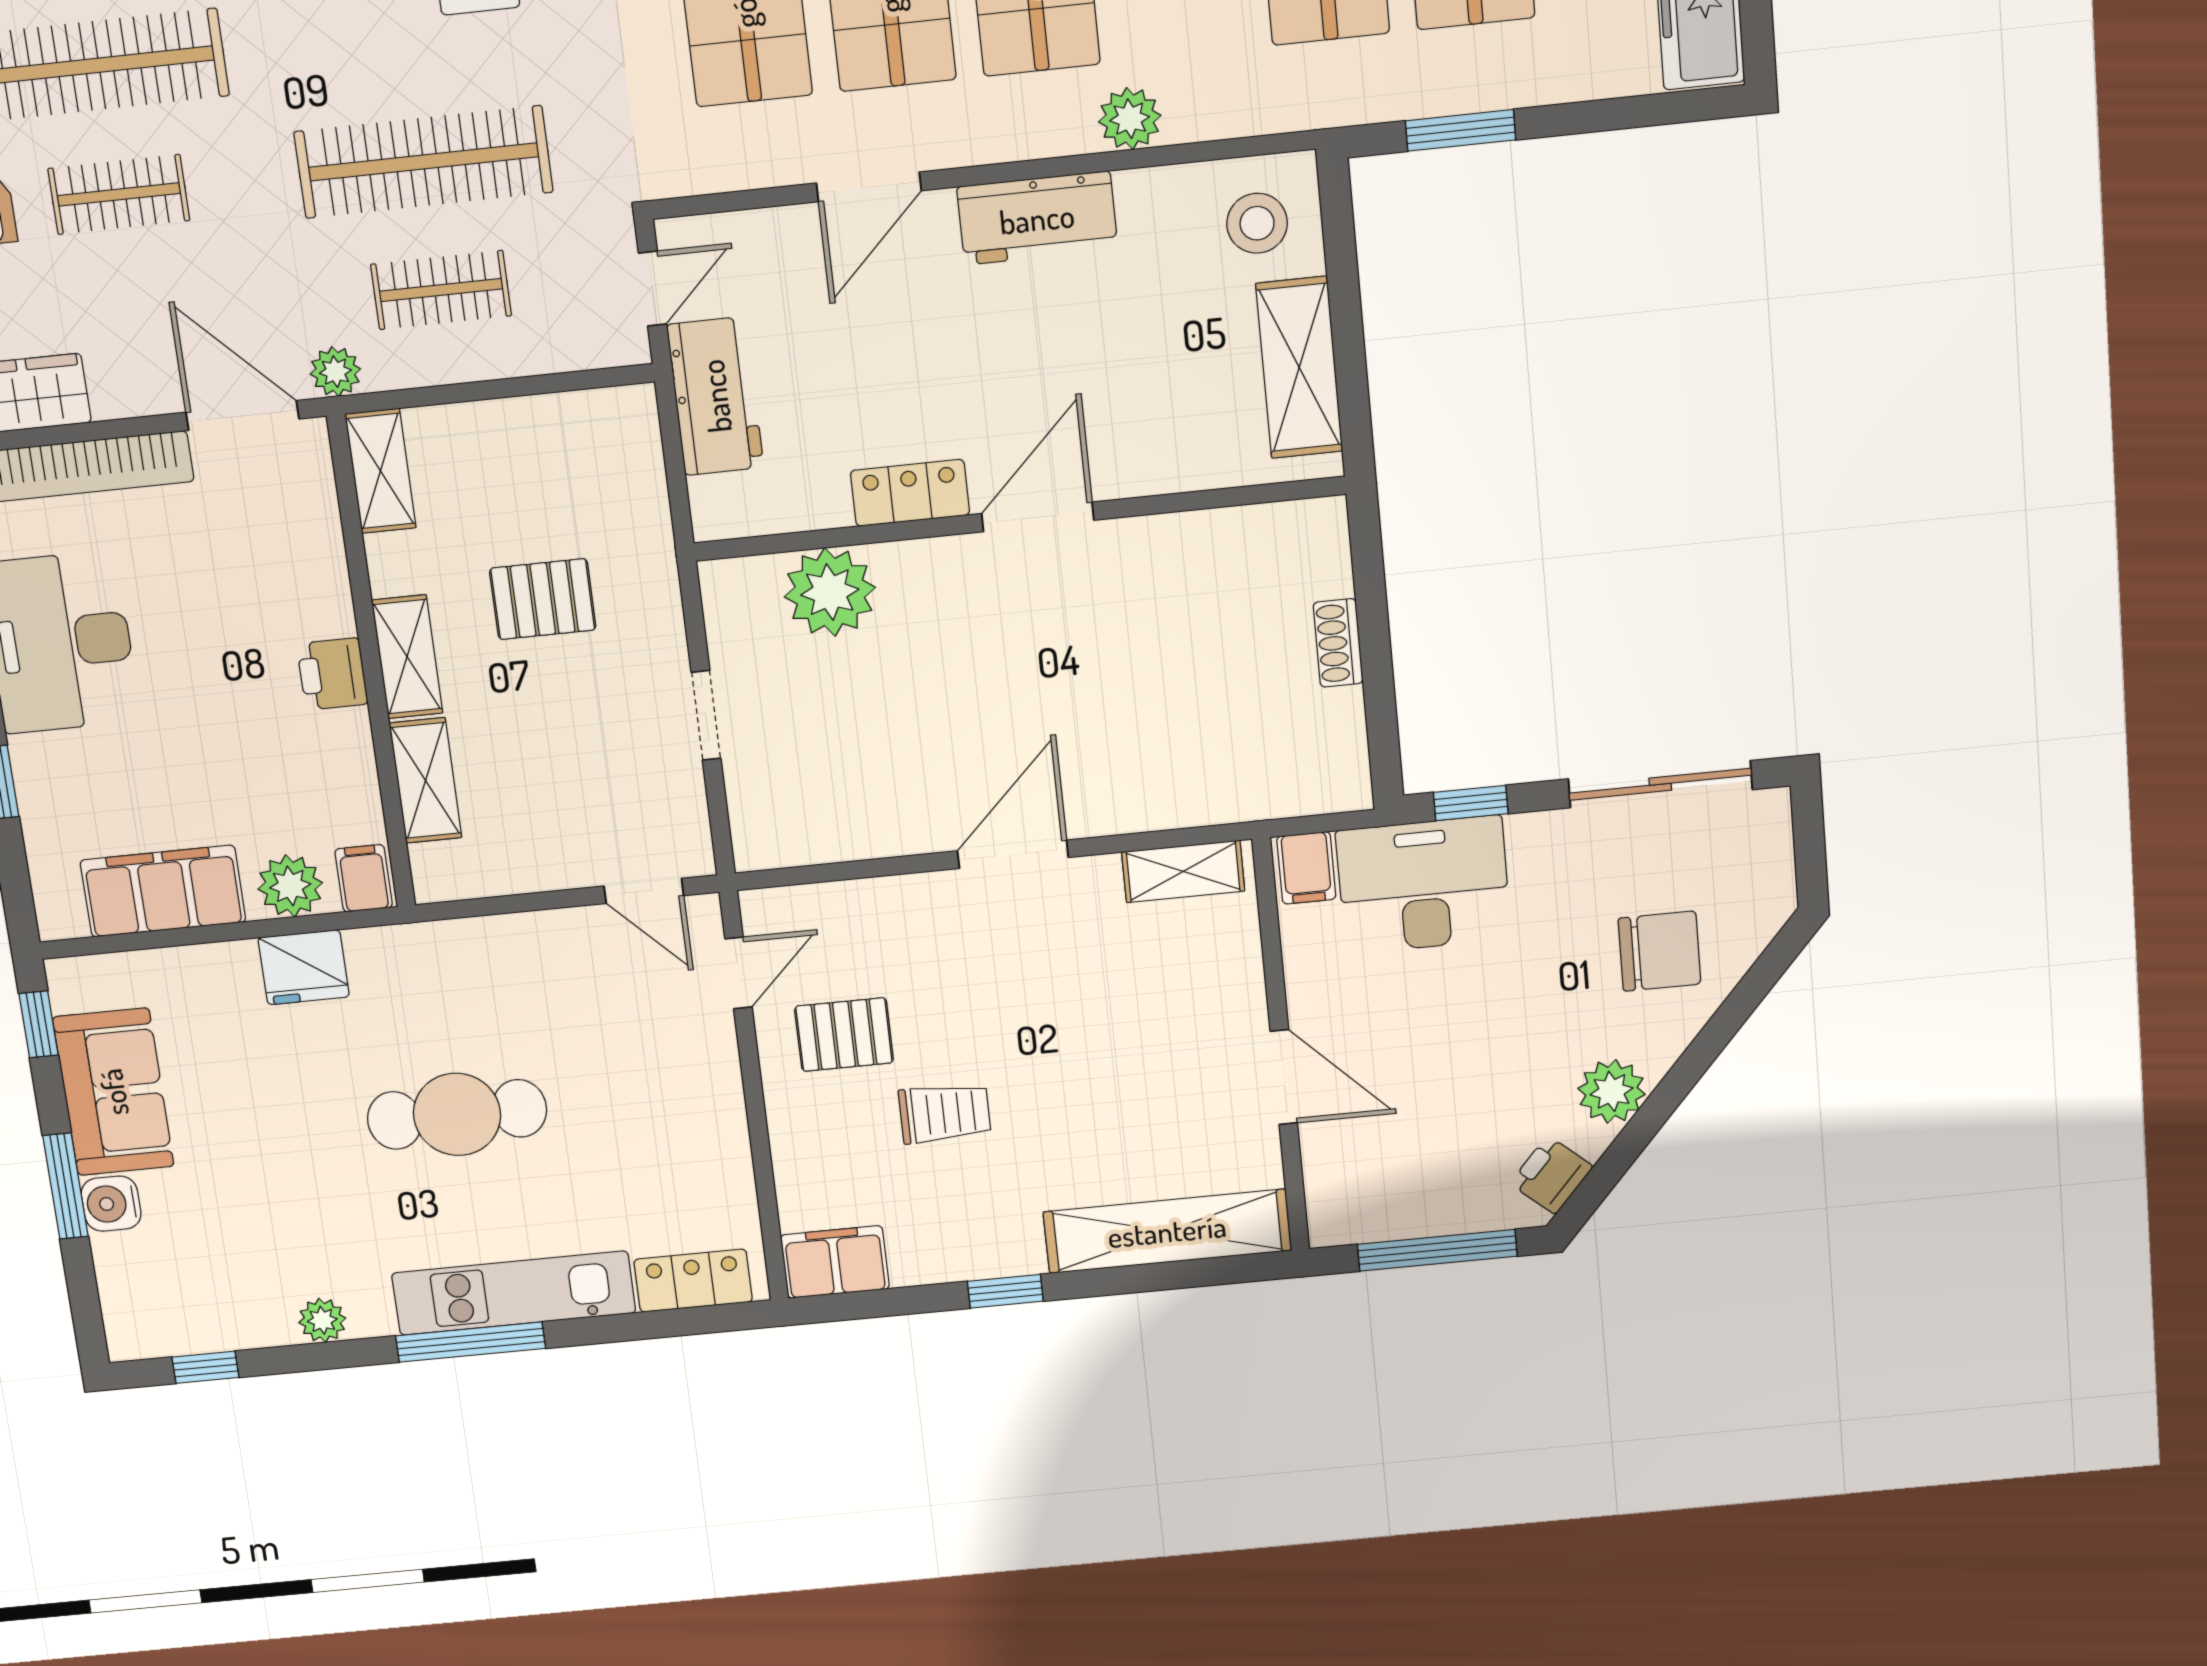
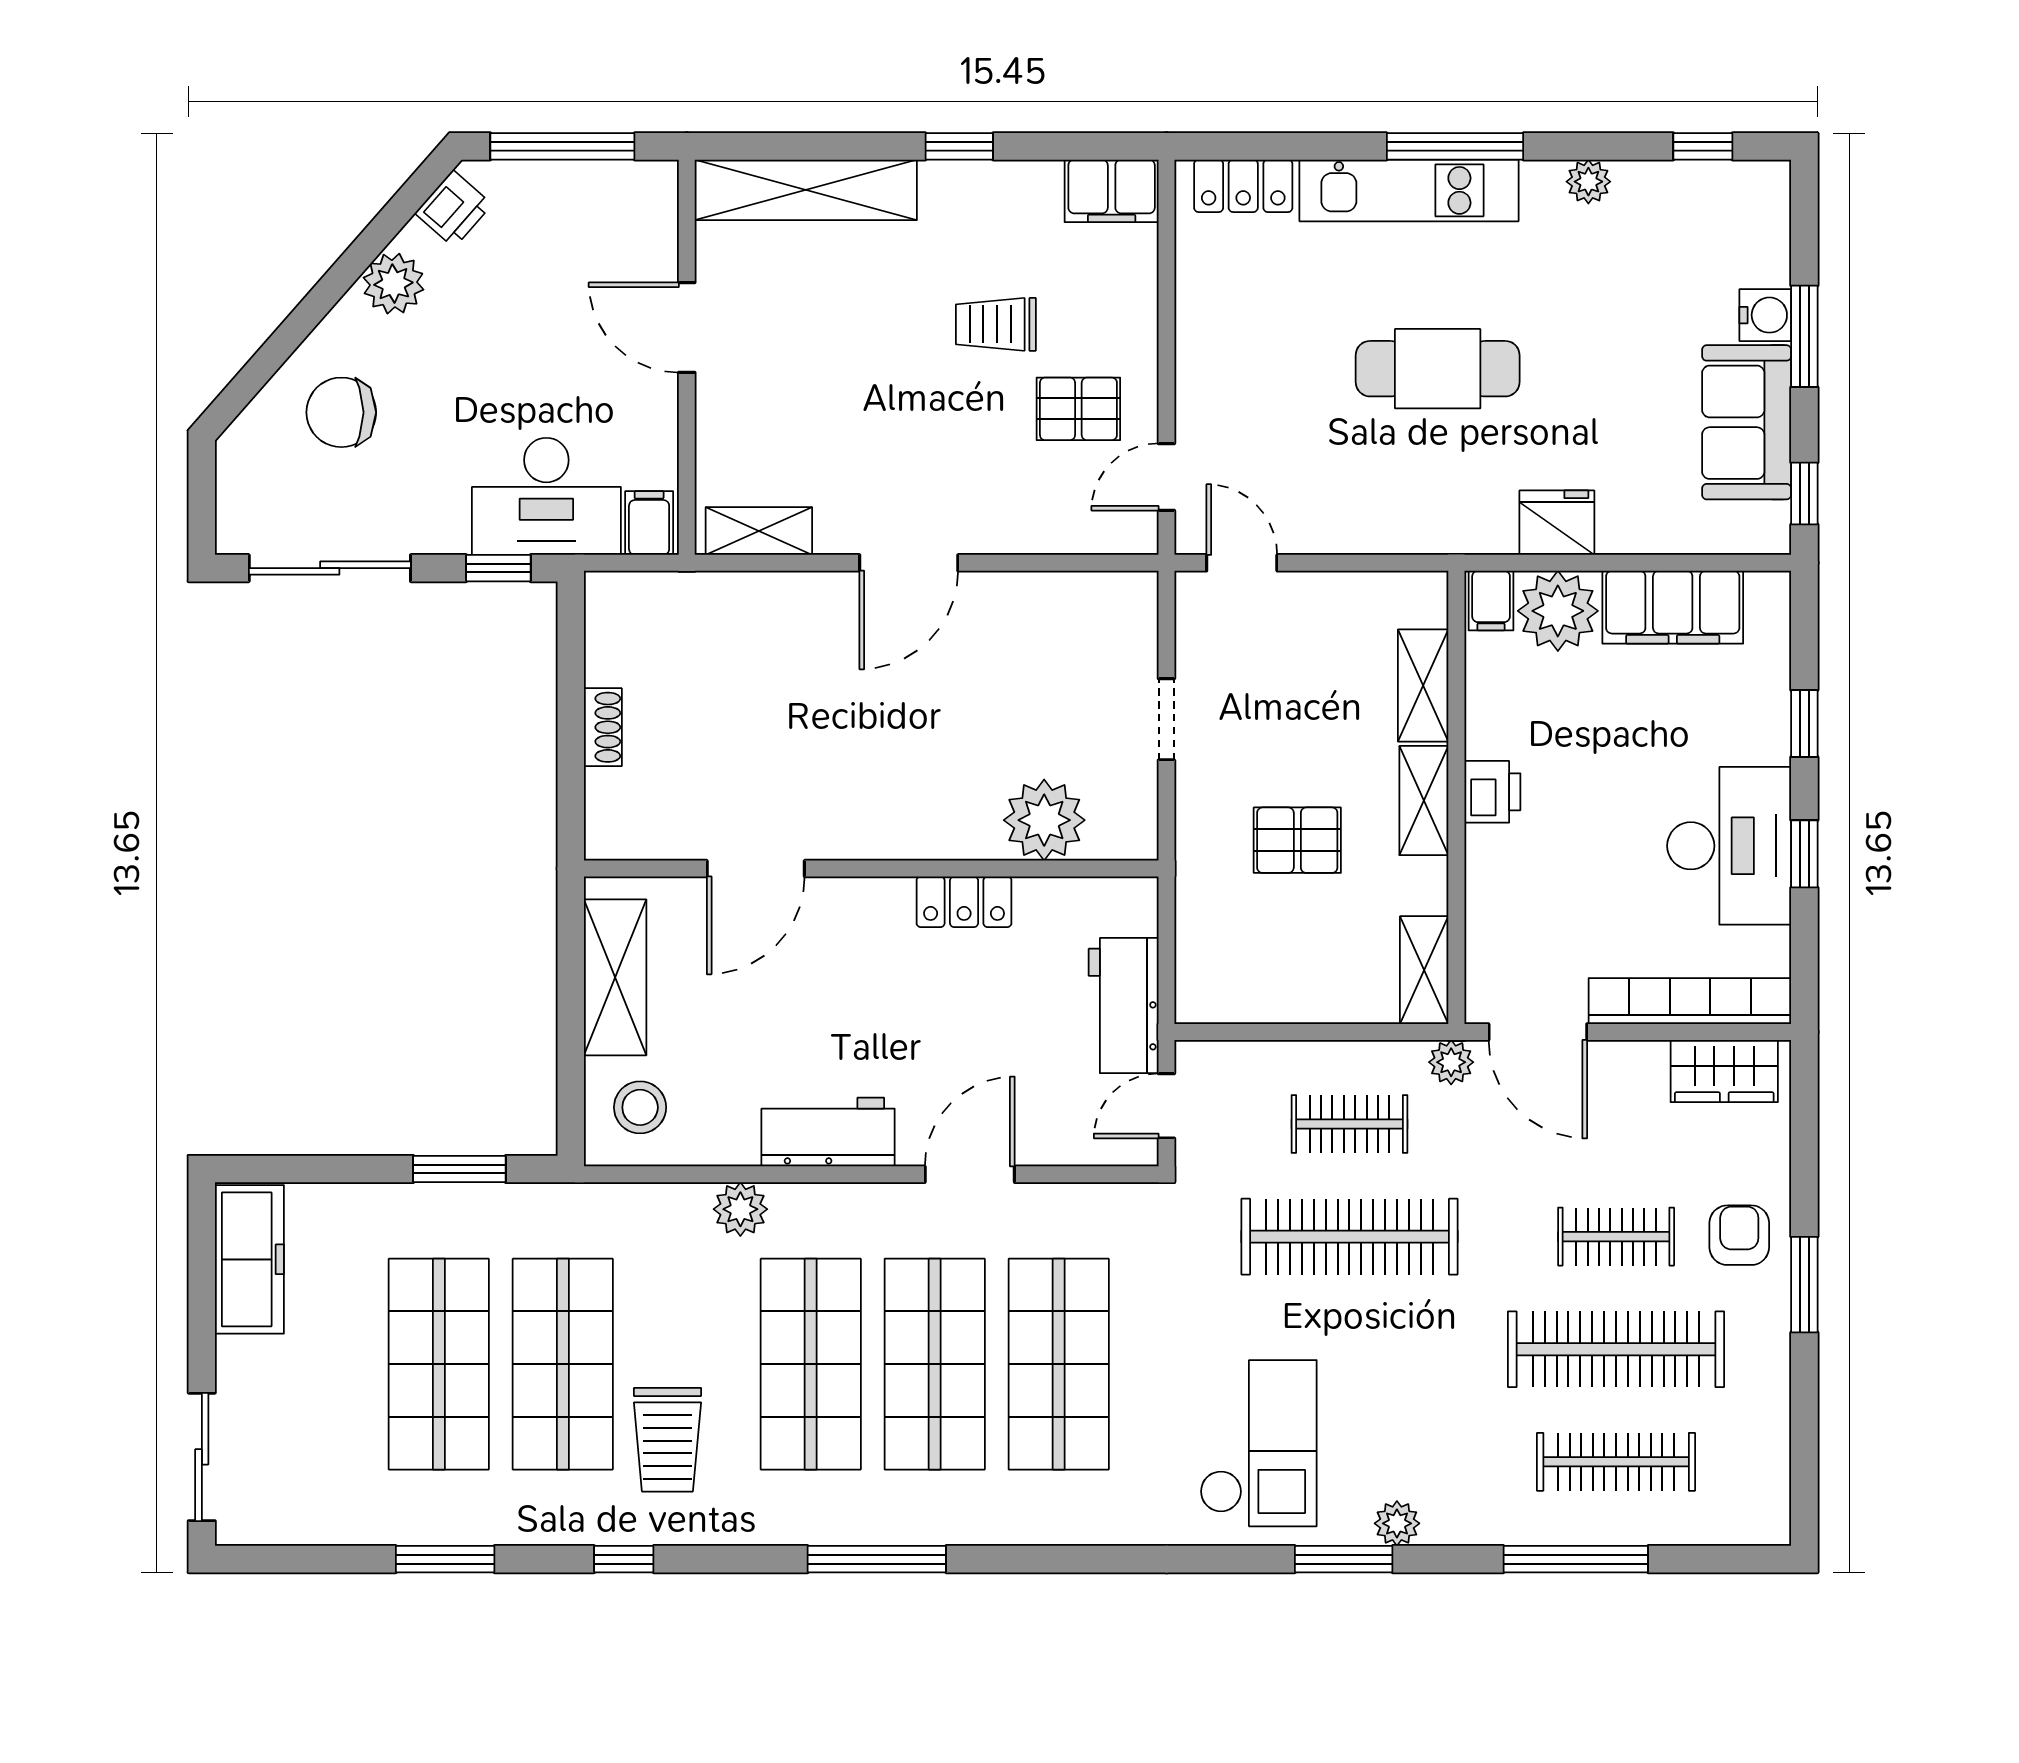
door: (1038, 517) -> (756, 869), moved
plant: (290, 886) -> (1558, 611), width x1.36, depth x1.36

